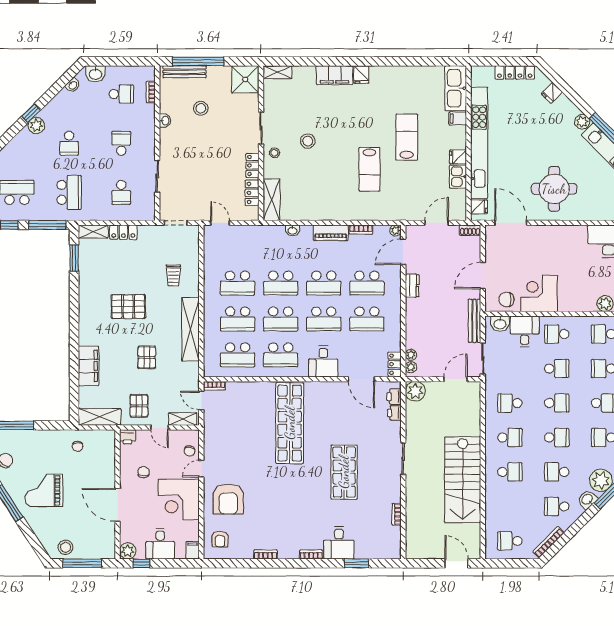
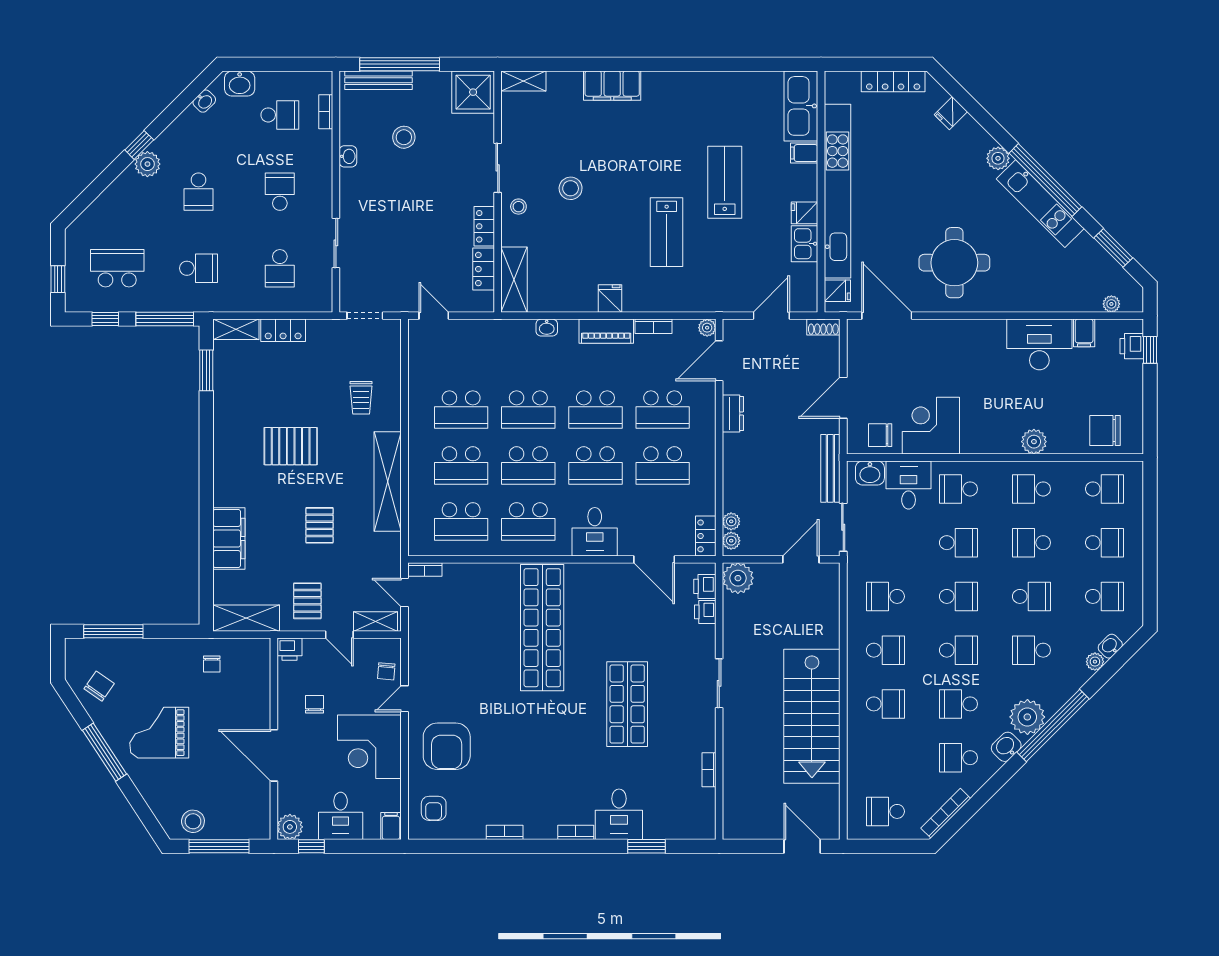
fridge: (361, 75) -> (610, 298), moved, turned 180
school desk: (69, 192) -> (199, 268), width x0.54

